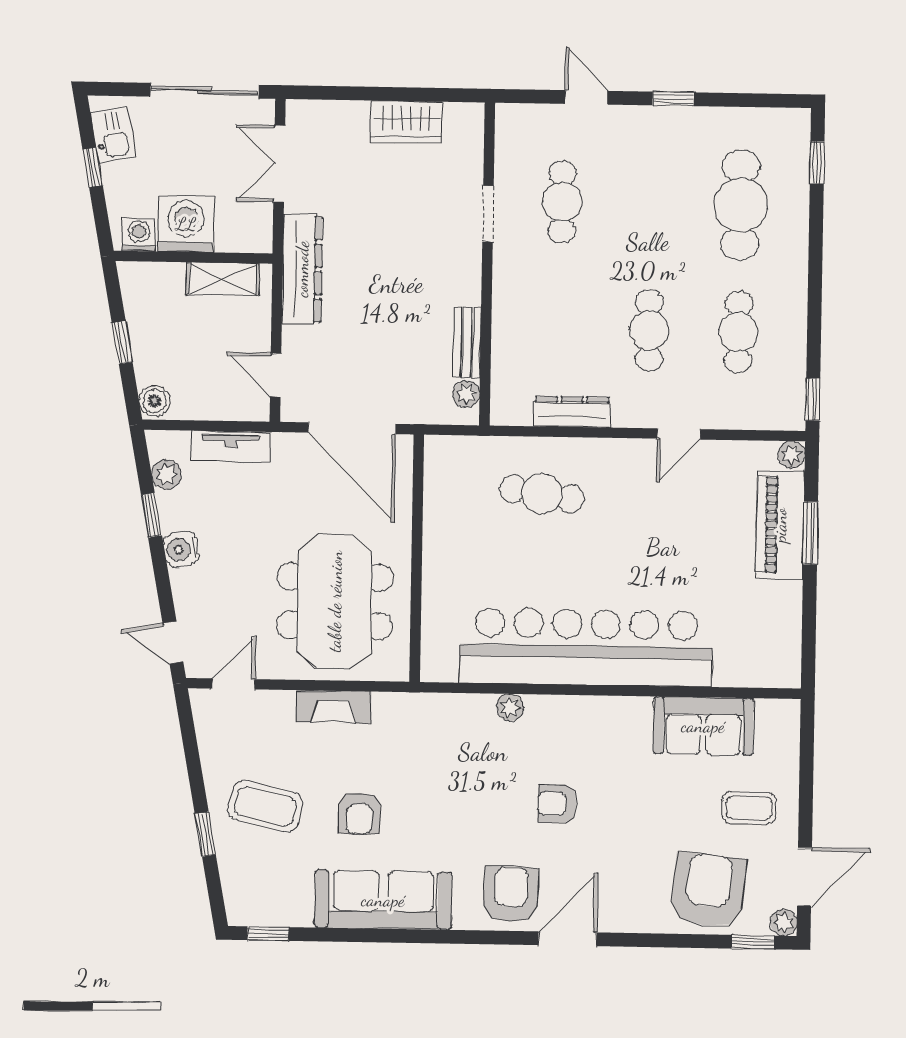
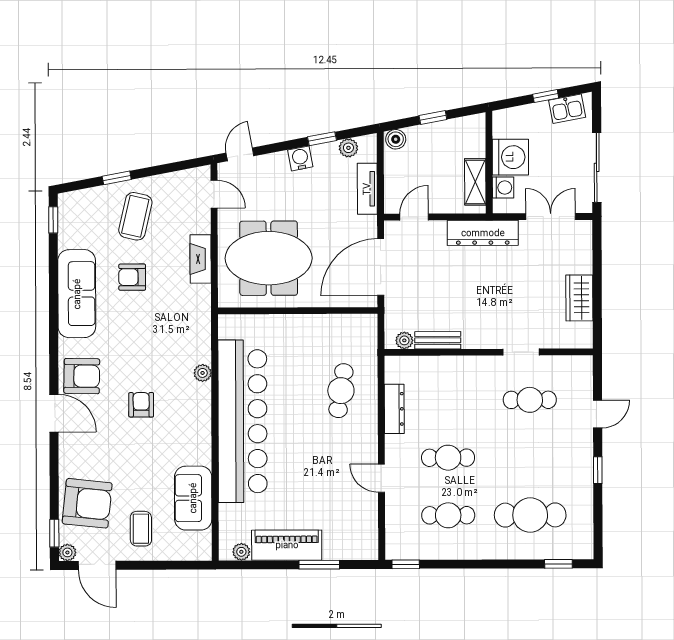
washing machine: (139, 235) -> (503, 188), moved
plant: (792, 455) -> (241, 552), moved
piano: (780, 525) -> (287, 545), moved

